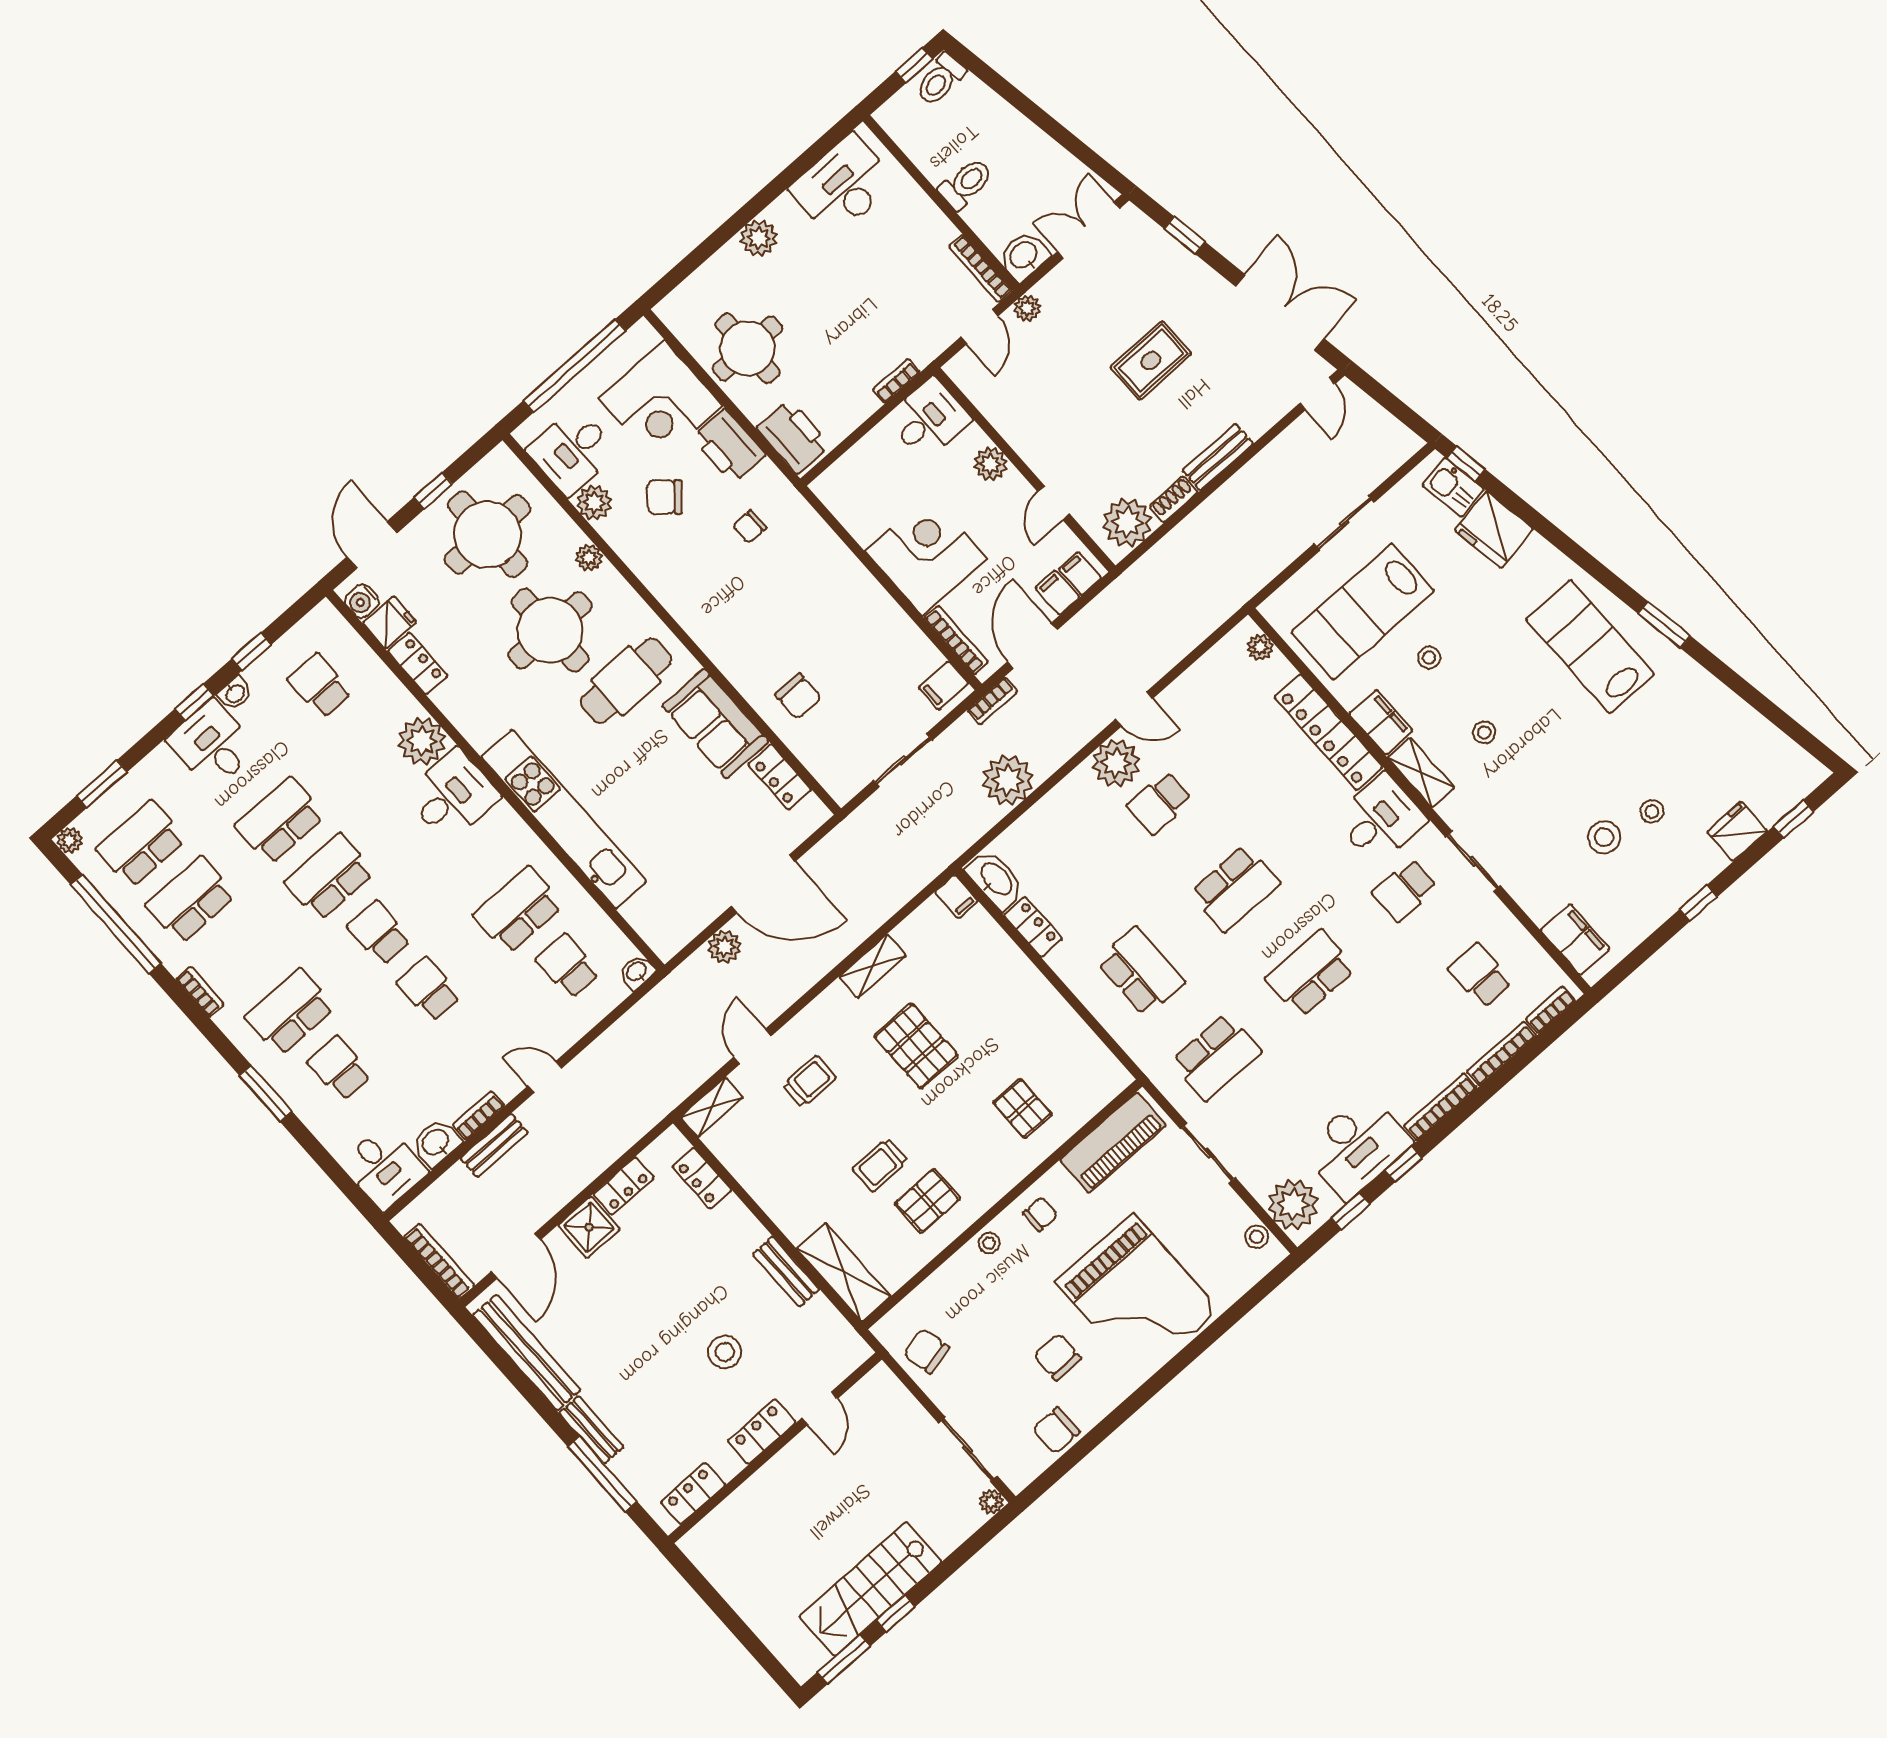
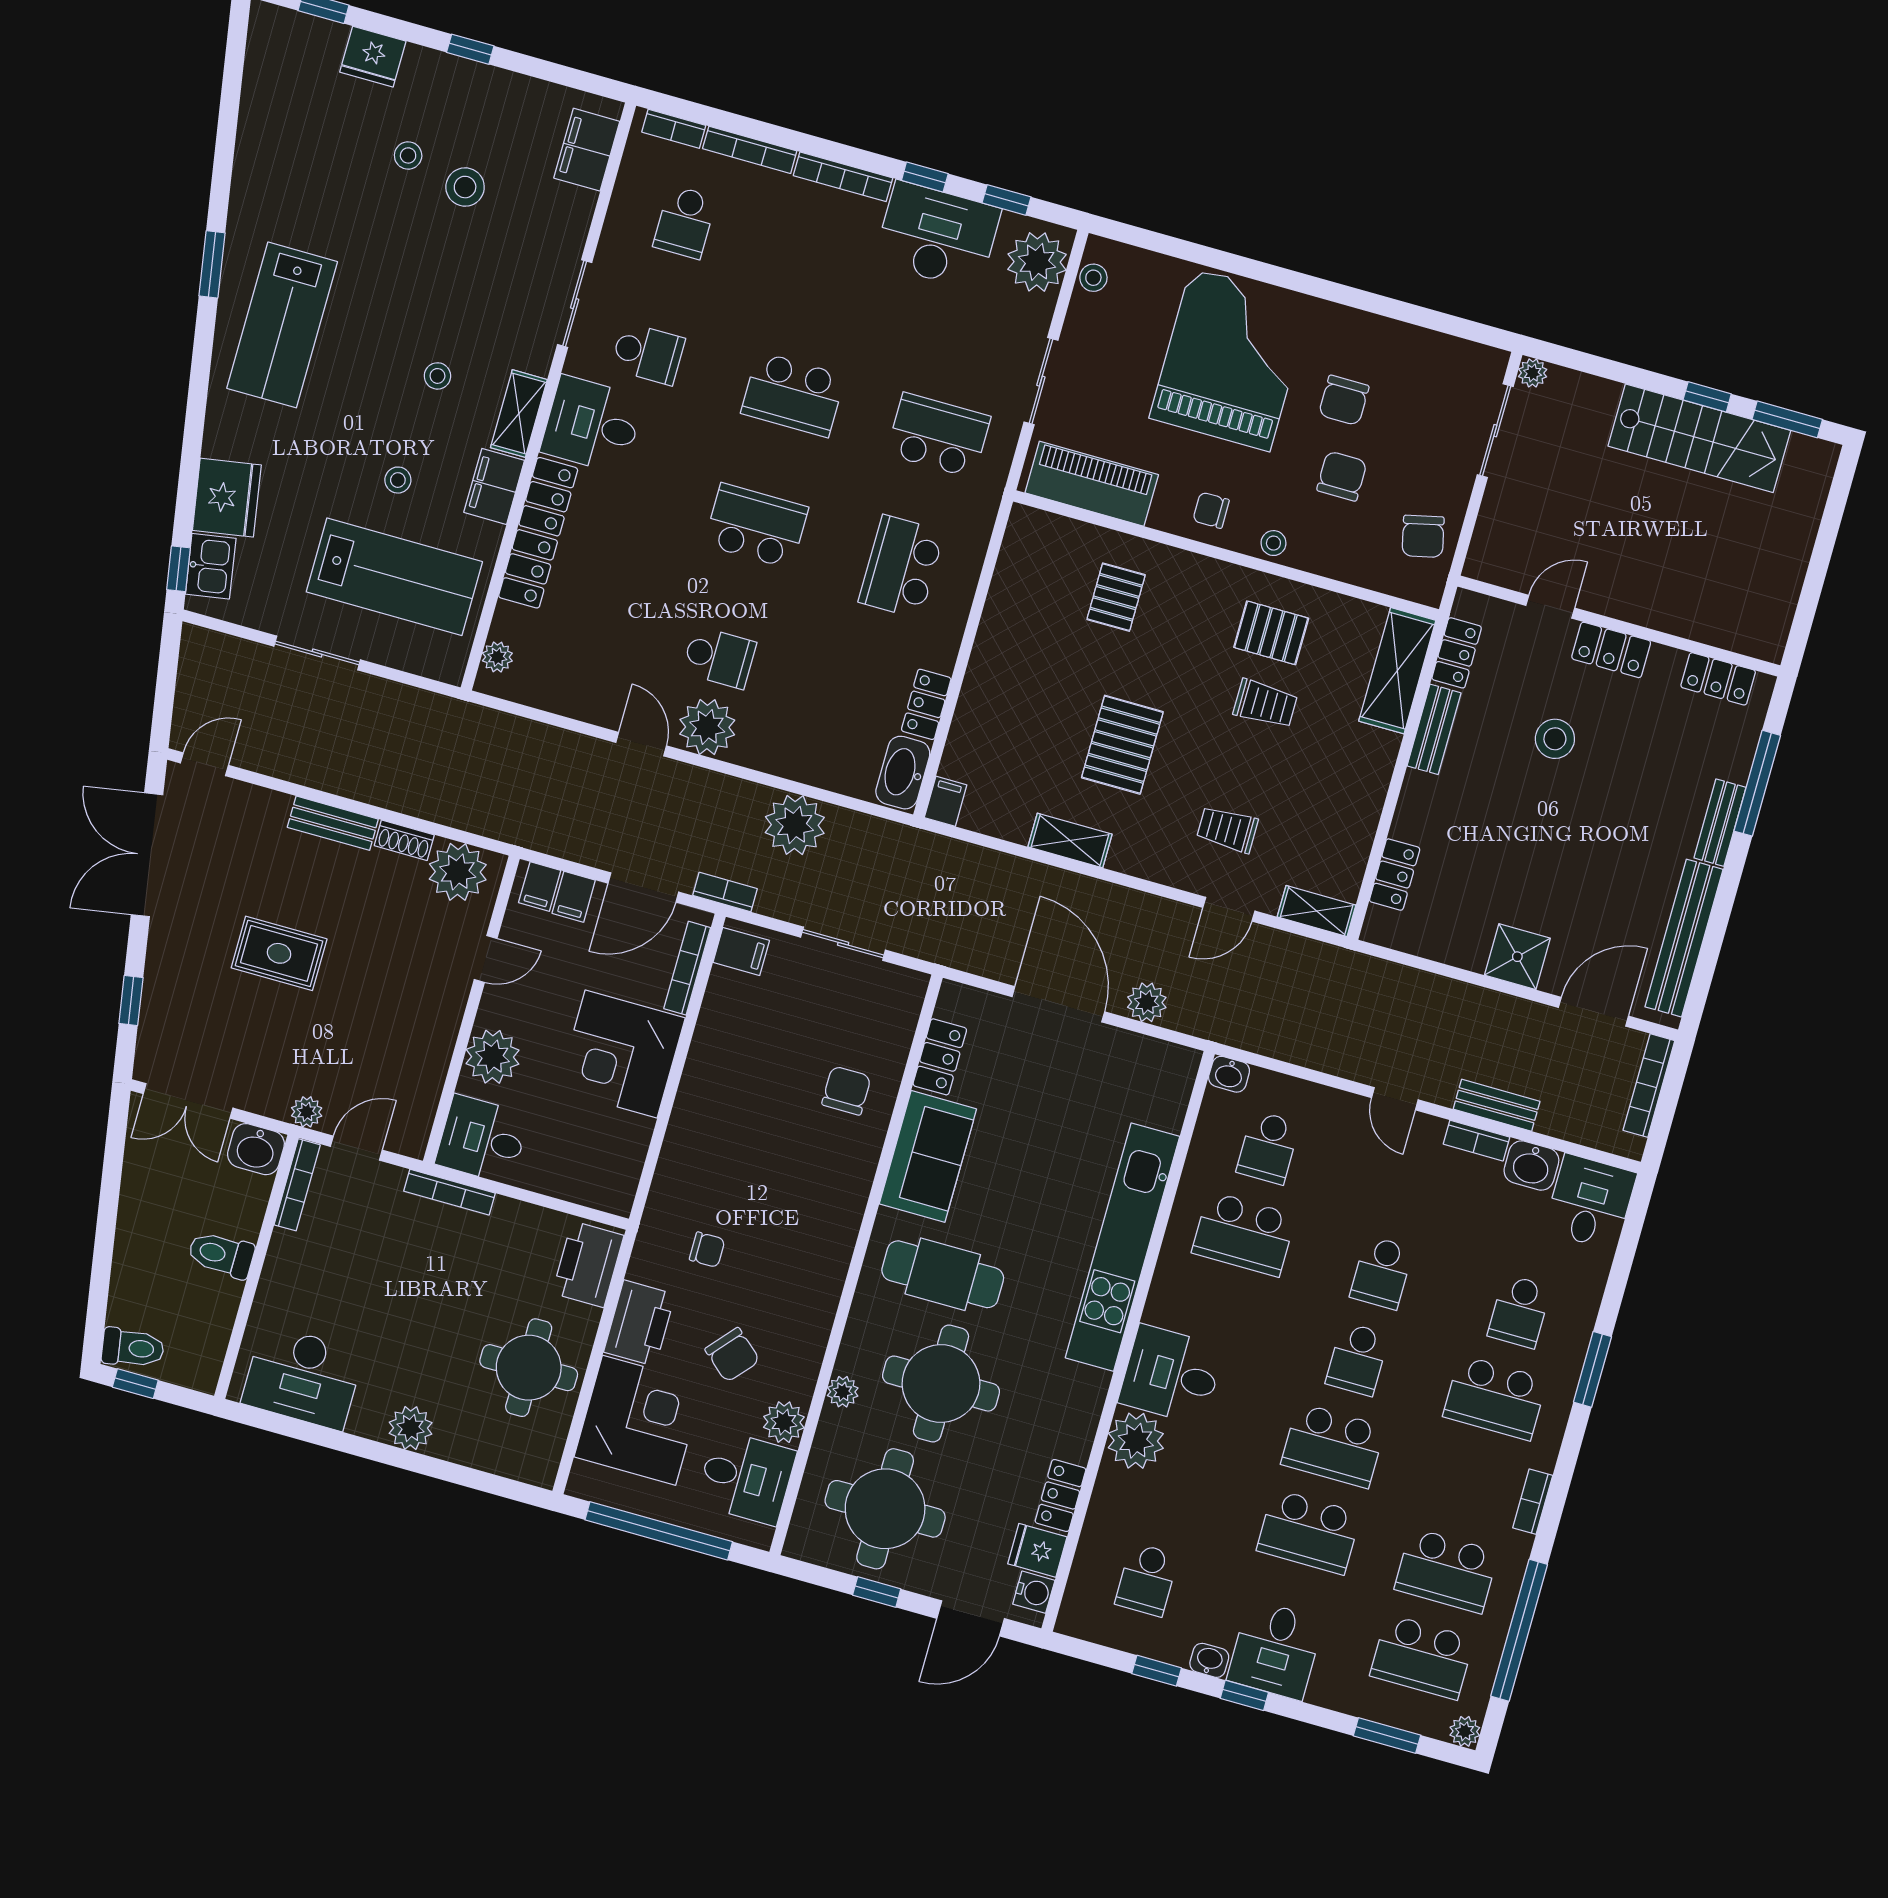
bookcase: (896, 381) -> (449, 1192), width x1.56
plant: (990, 464) -> (493, 1057), width x1.36, depth x1.36
locker: (624, 1186) -> (1457, 653), moved, turned 90
chair: (1056, 1430) -> (1342, 476), moved, turned -90

